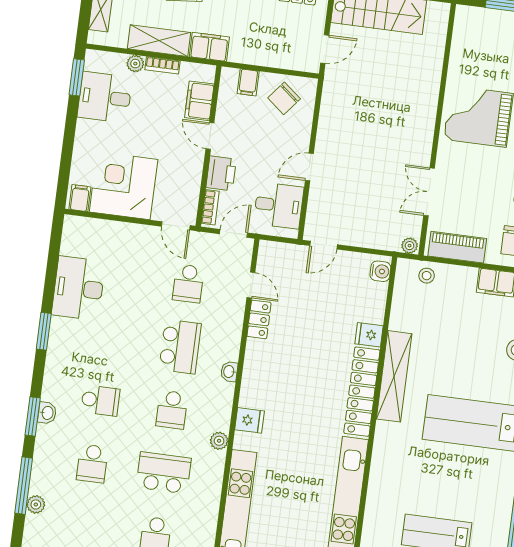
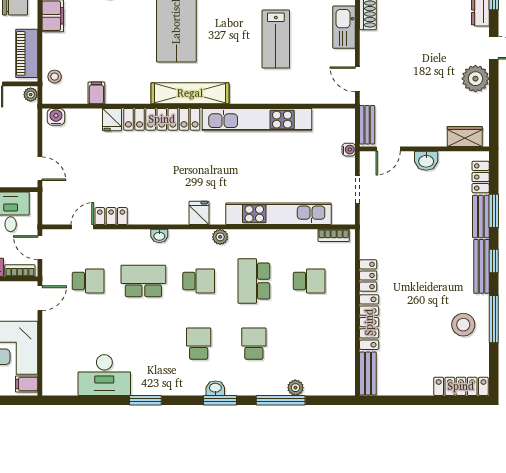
filing cabinet: (402, 321) -> (96, 93), added
shelving: (394, 376) -> (190, 93), moved
school desk: (92, 464) -> (254, 344), turned -90

